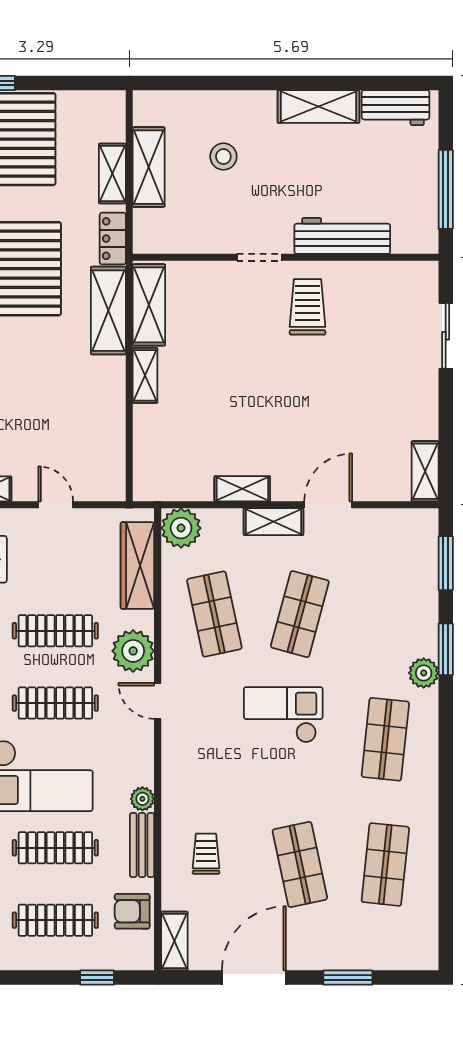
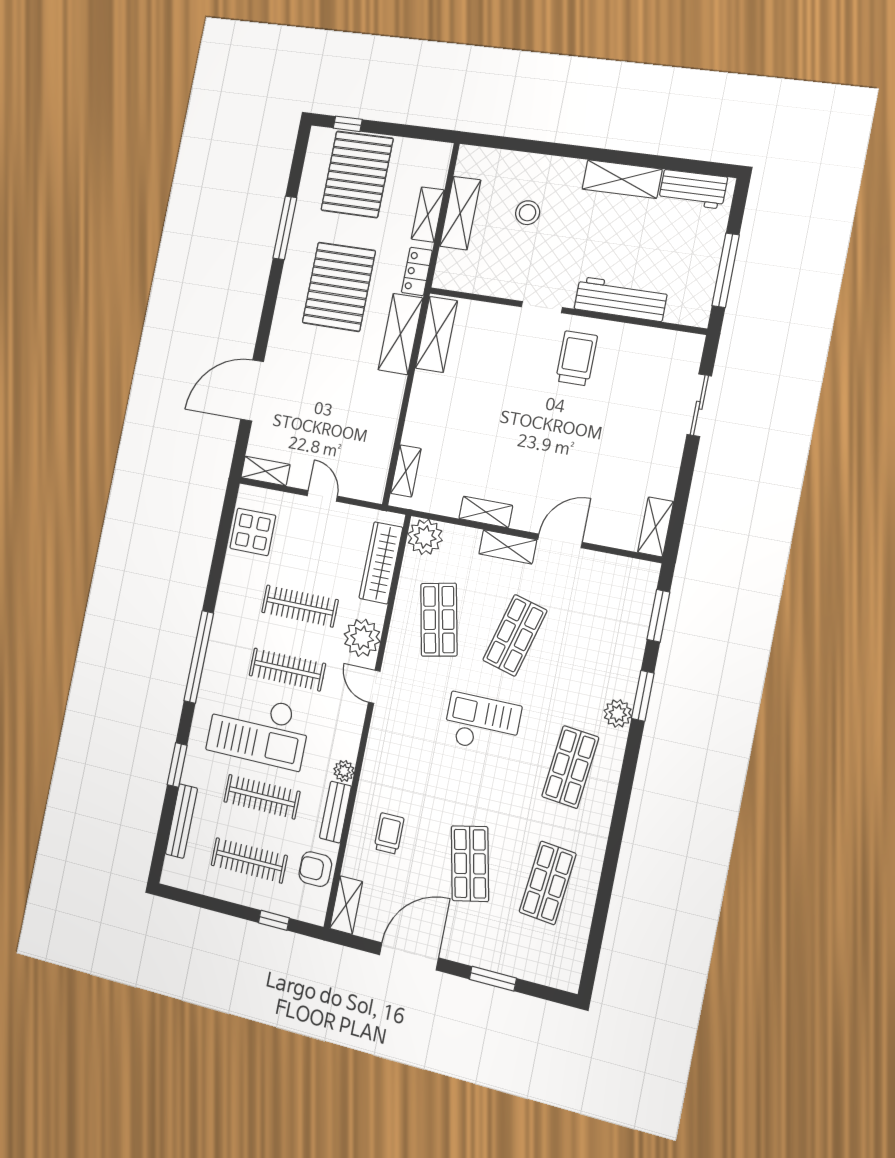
shelving: (145, 375) -> (406, 471), moved

